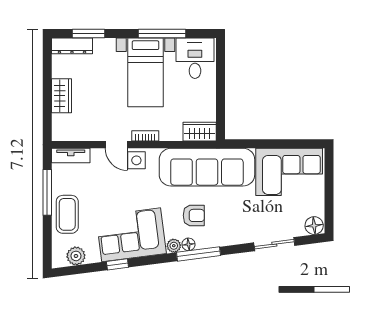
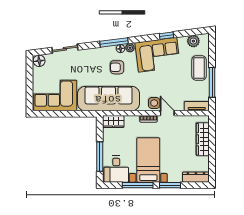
window: (89, 34) -> (170, 185), moved
window: (220, 78) -> (100, 157), added
wardrobe: (61, 96) -> (203, 139), width x1.50

